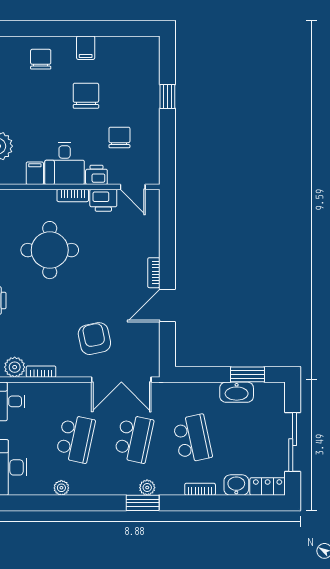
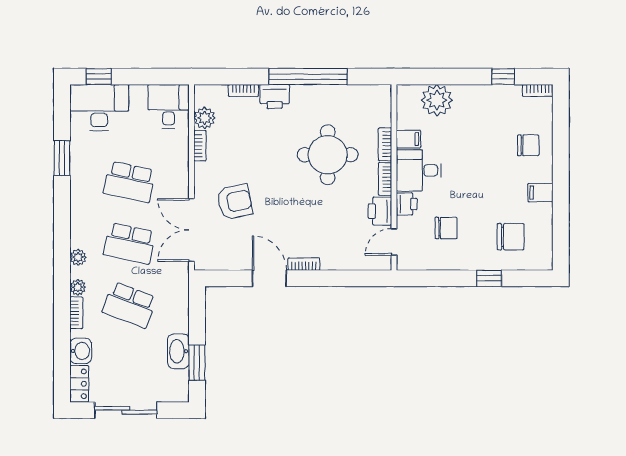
chair: (86, 96) -> (511, 237), moved
bookcase: (40, 196) -> (385, 144), added
school desk: (192, 439) -> (129, 305), turned 33
plant: (61, 488) -> (78, 287), moved
window: (143, 503) -> (62, 158), moved

